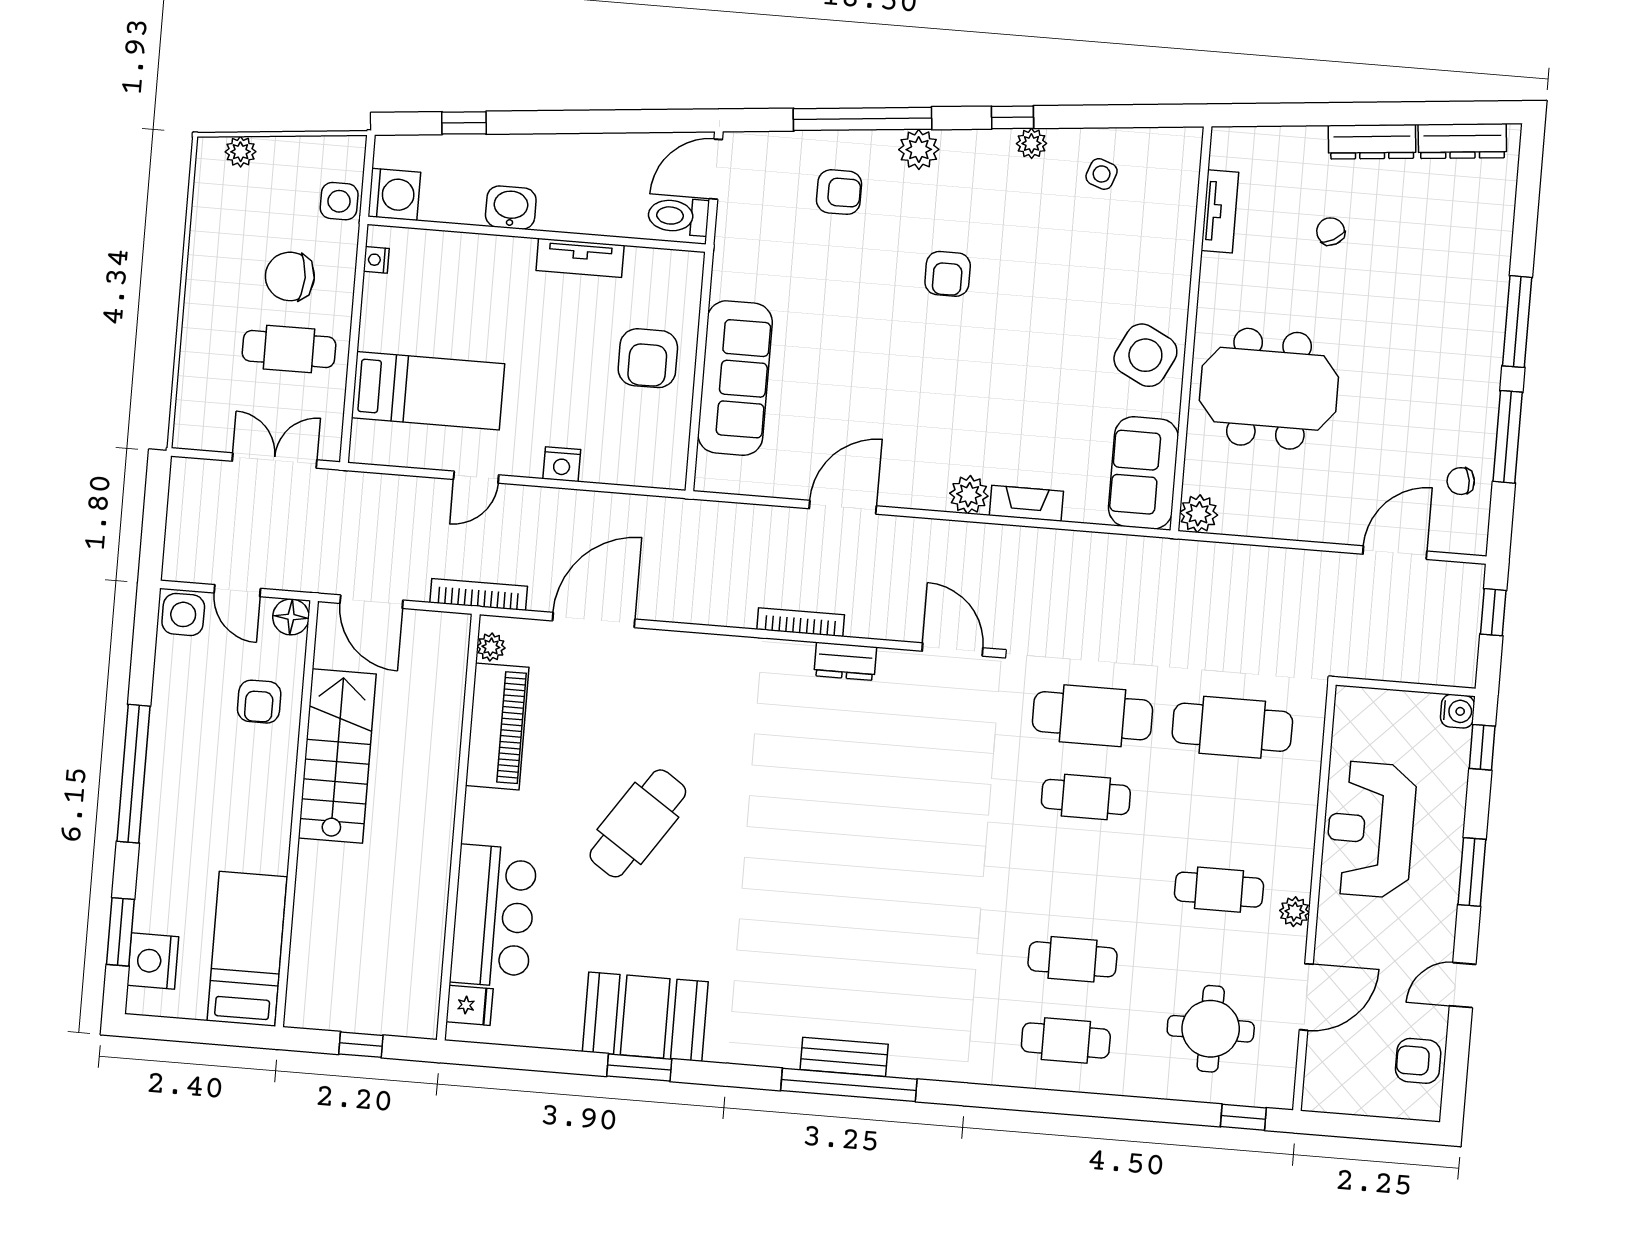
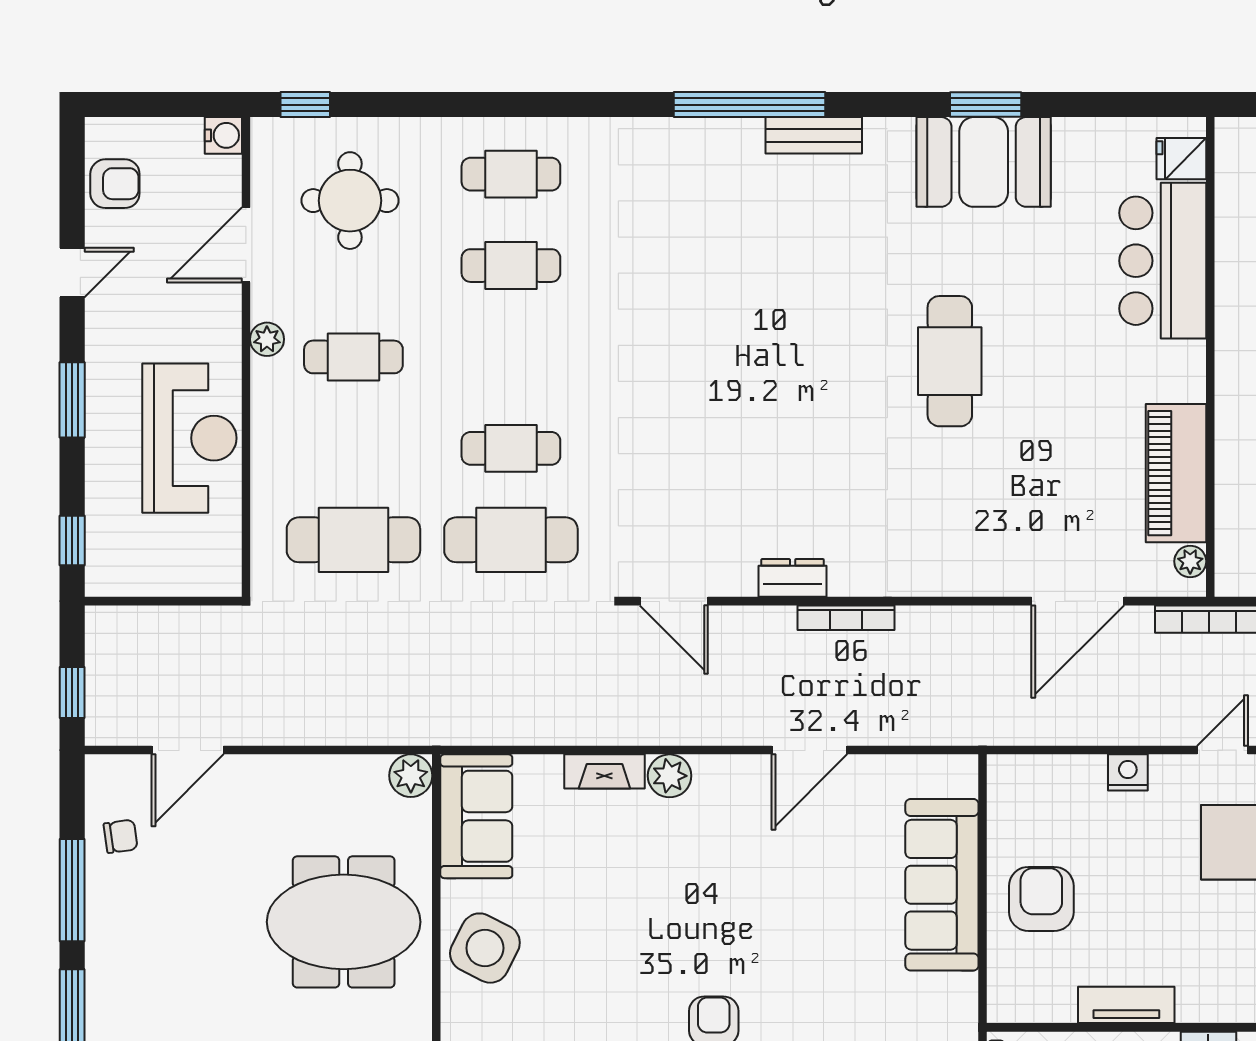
water cooler: (1458, 711) -> (223, 135), moved, turned 180
cafe table: (638, 823) -> (950, 361), moved, turned -34
bench: (844, 1057) -> (814, 135), moved

